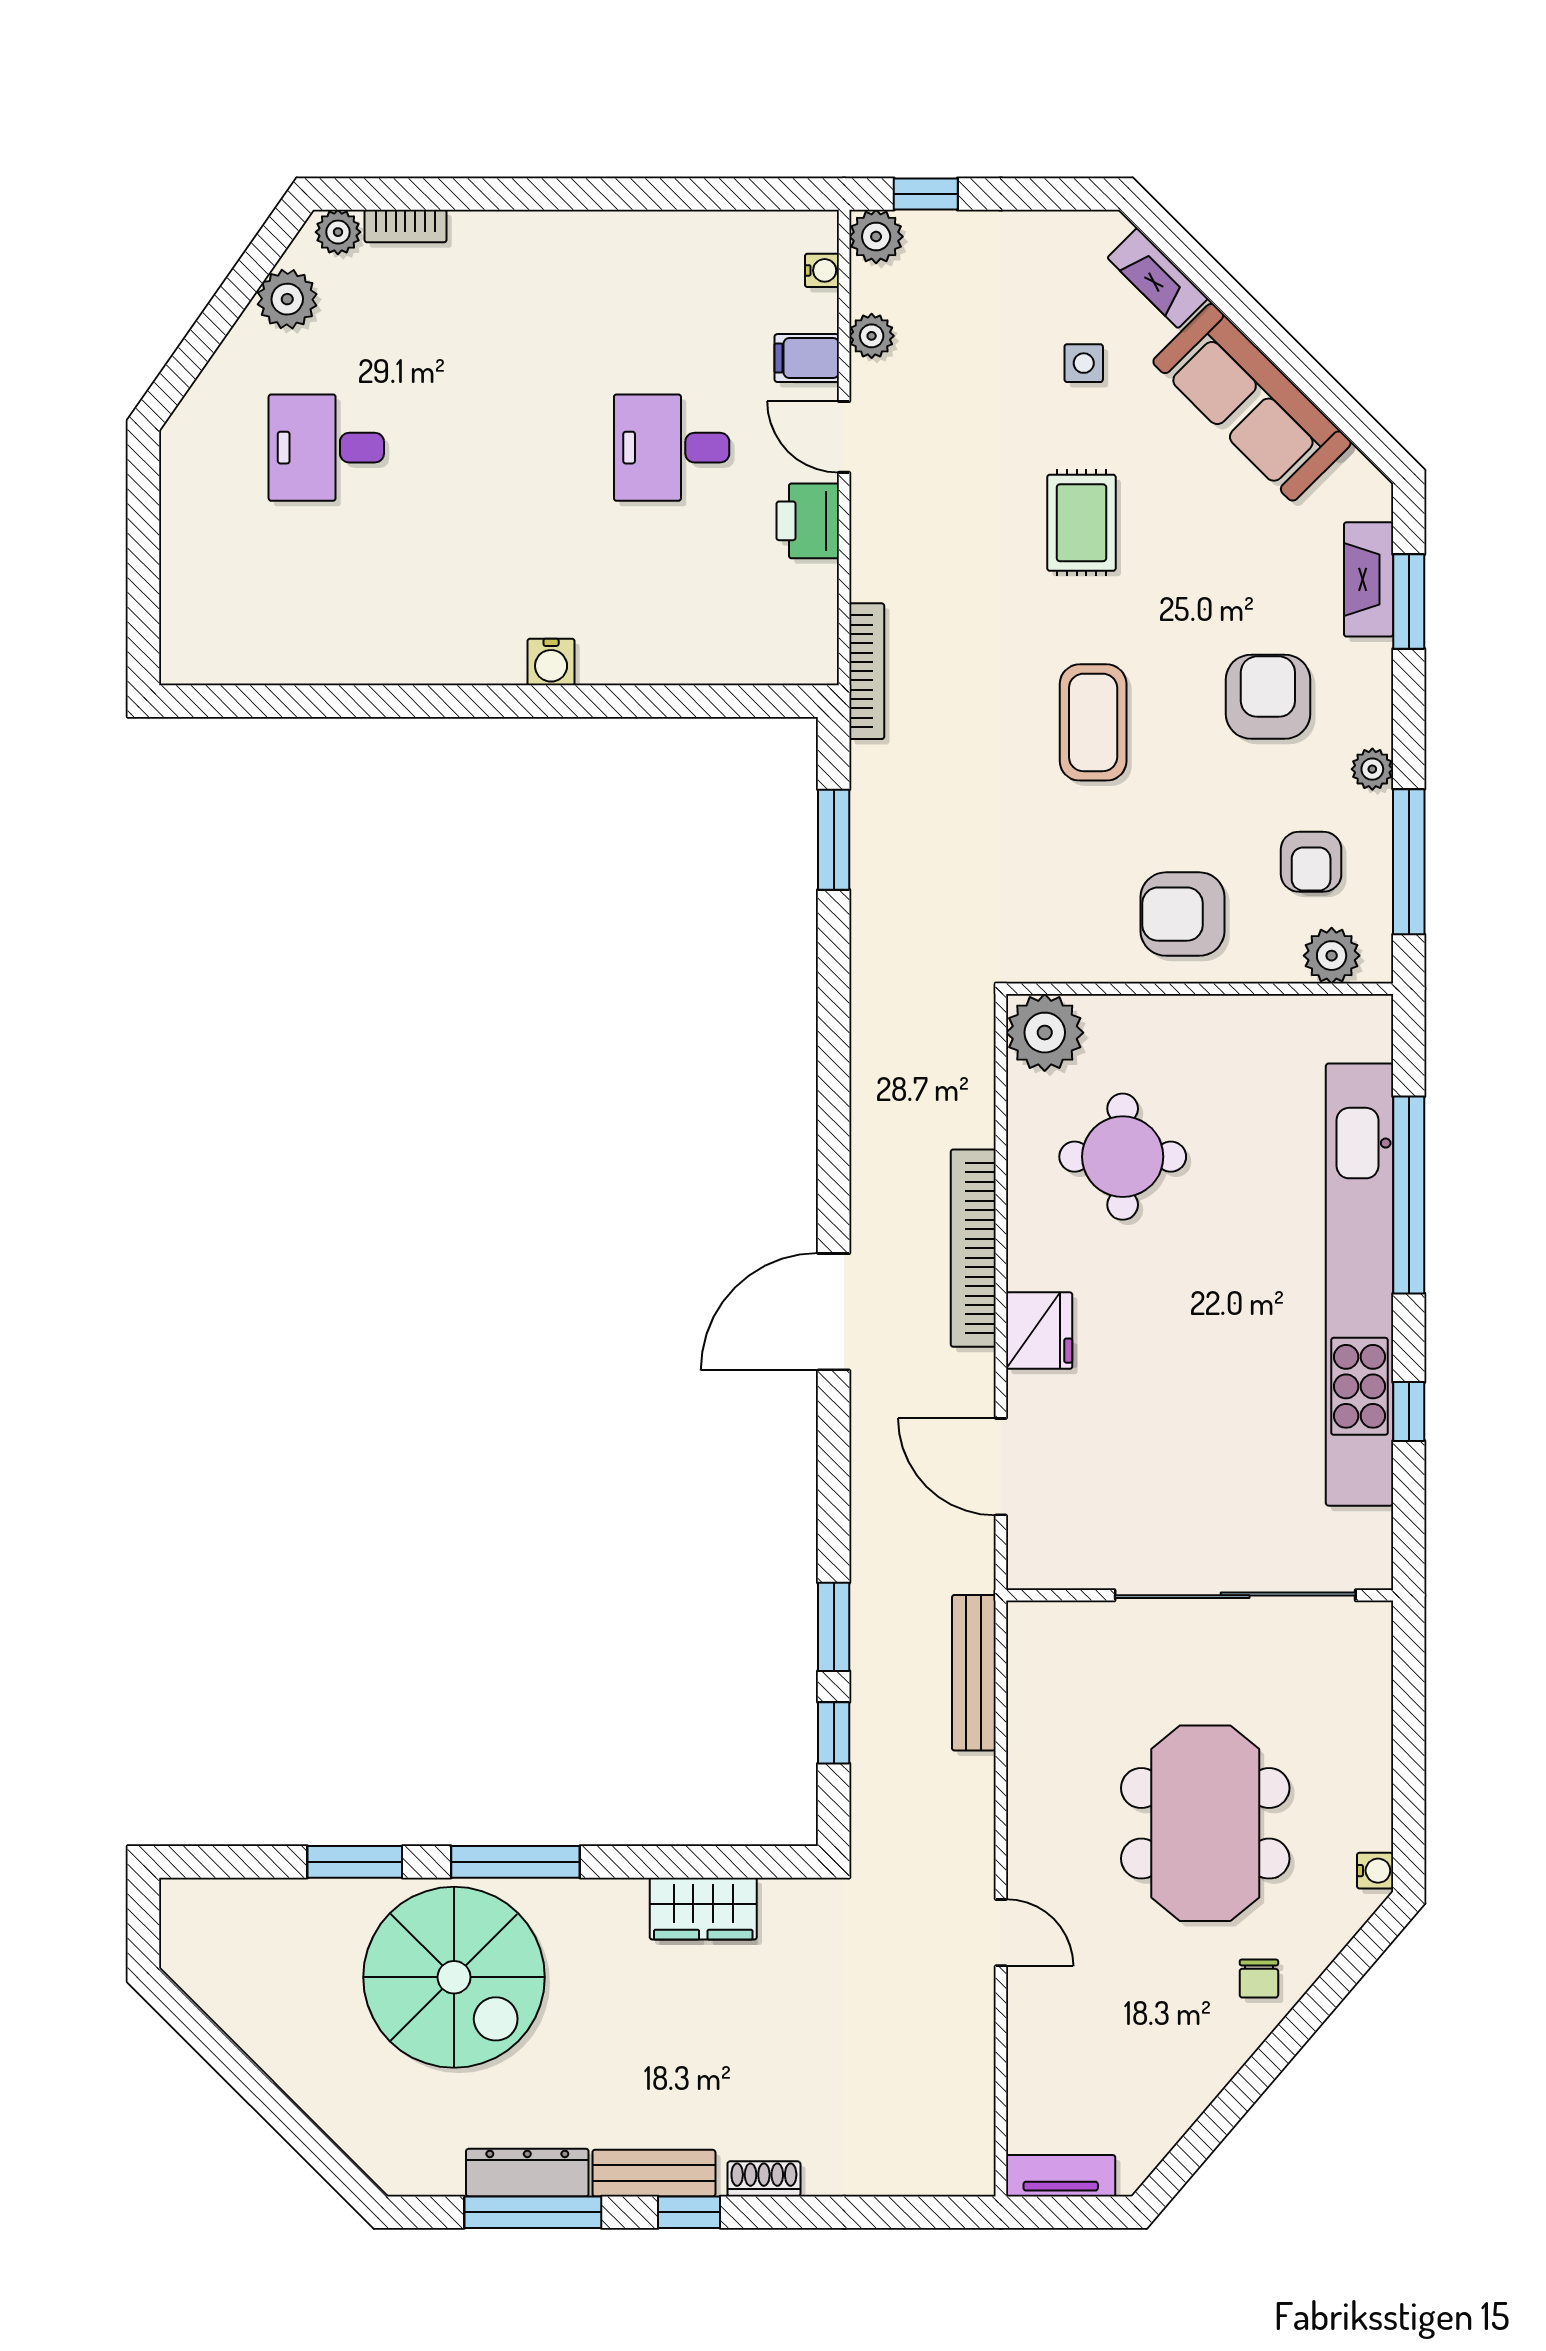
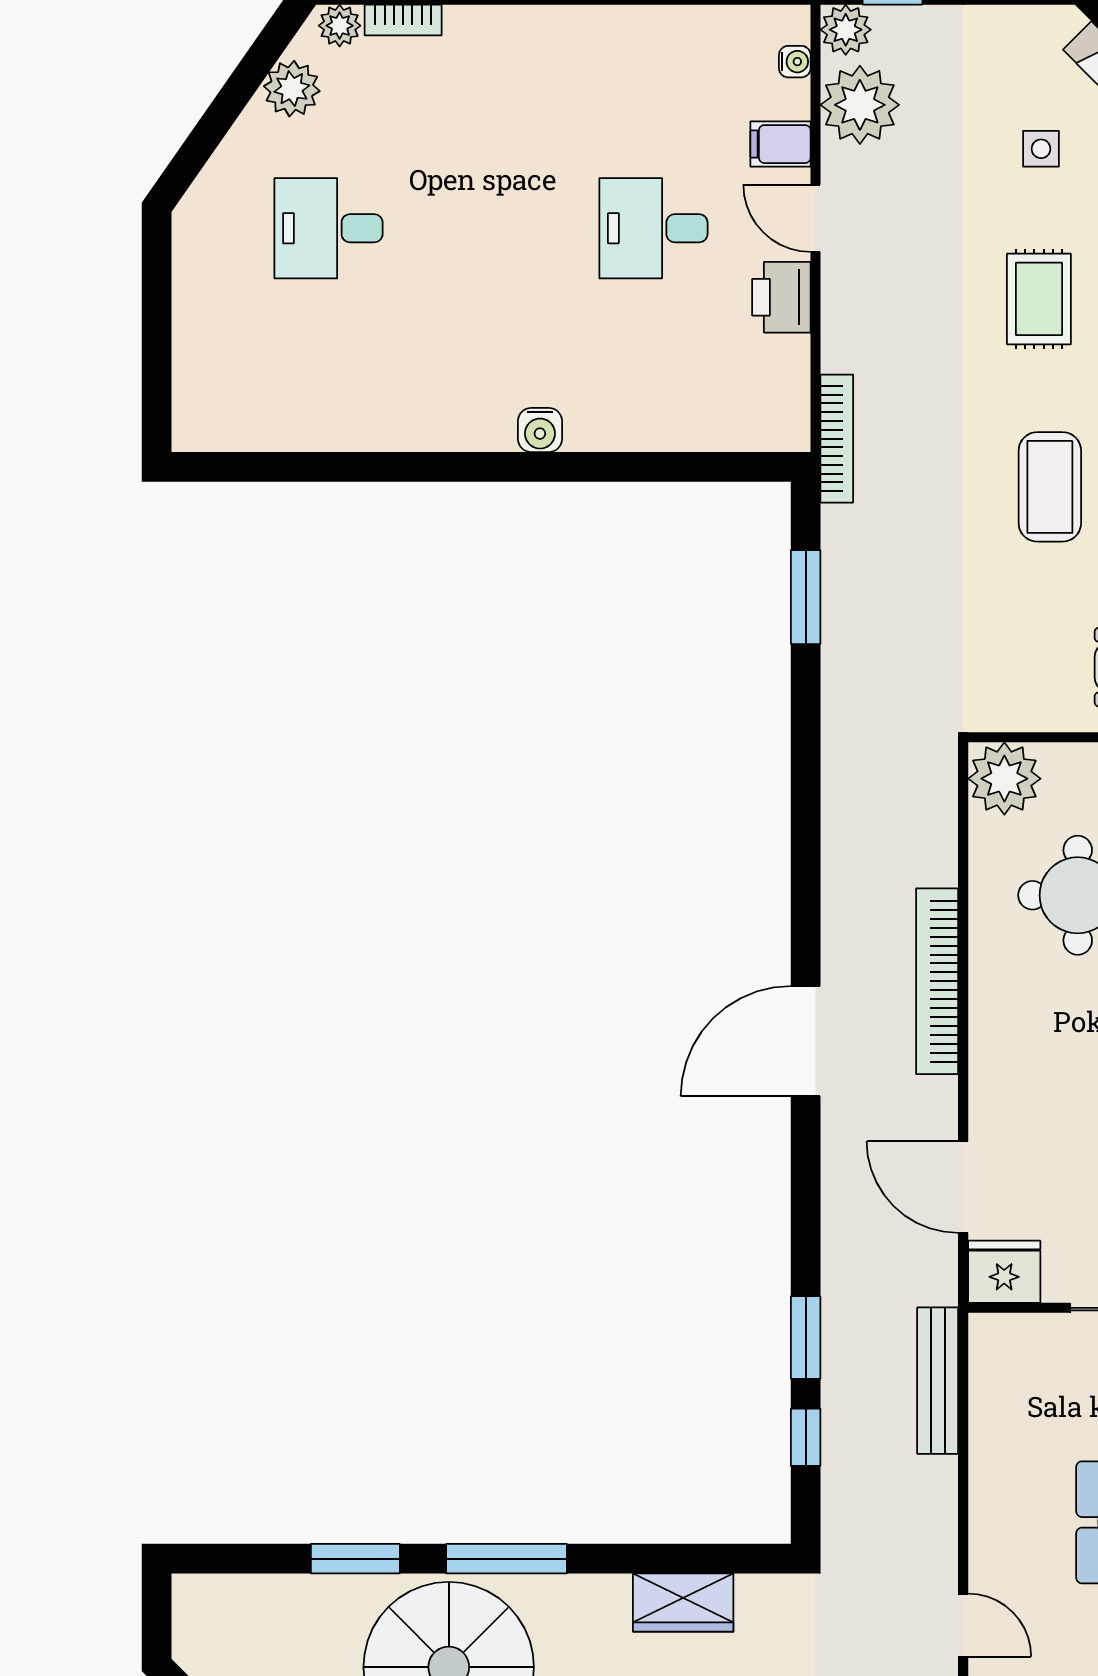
plant: (872, 336) -> (860, 105), width x1.87, depth x1.87
fridge: (1039, 1331) -> (1004, 1272), moved, turned -90

